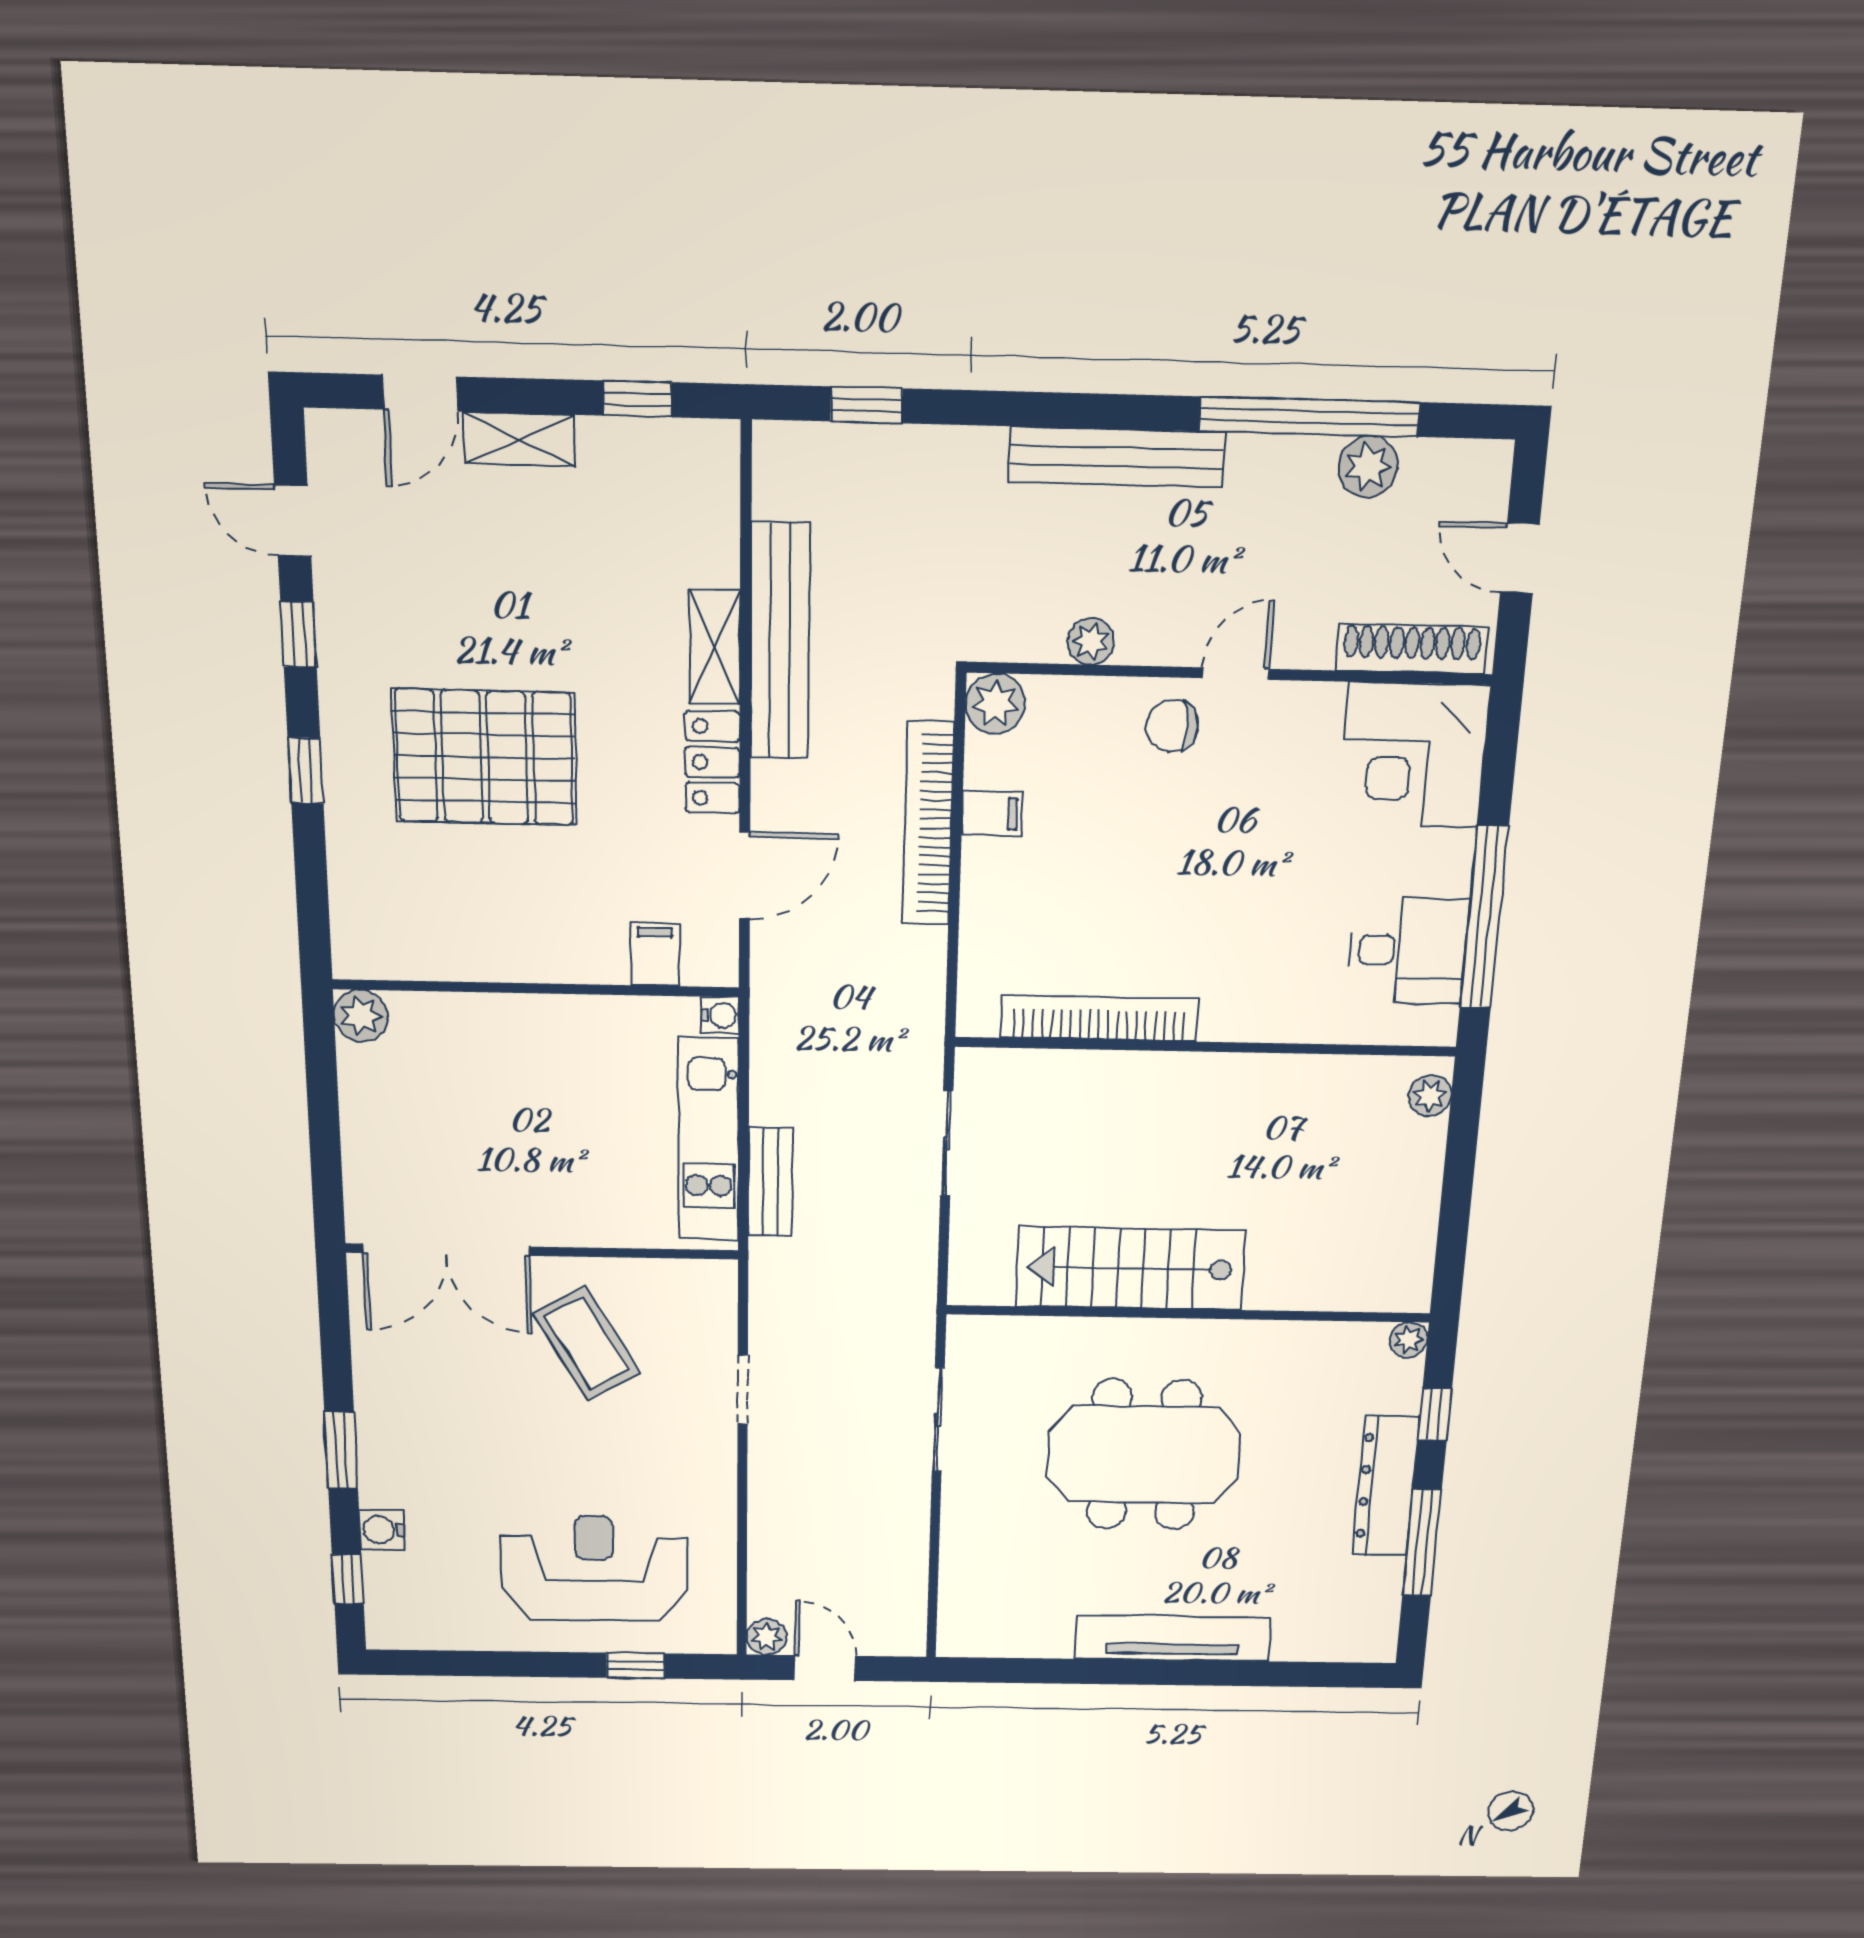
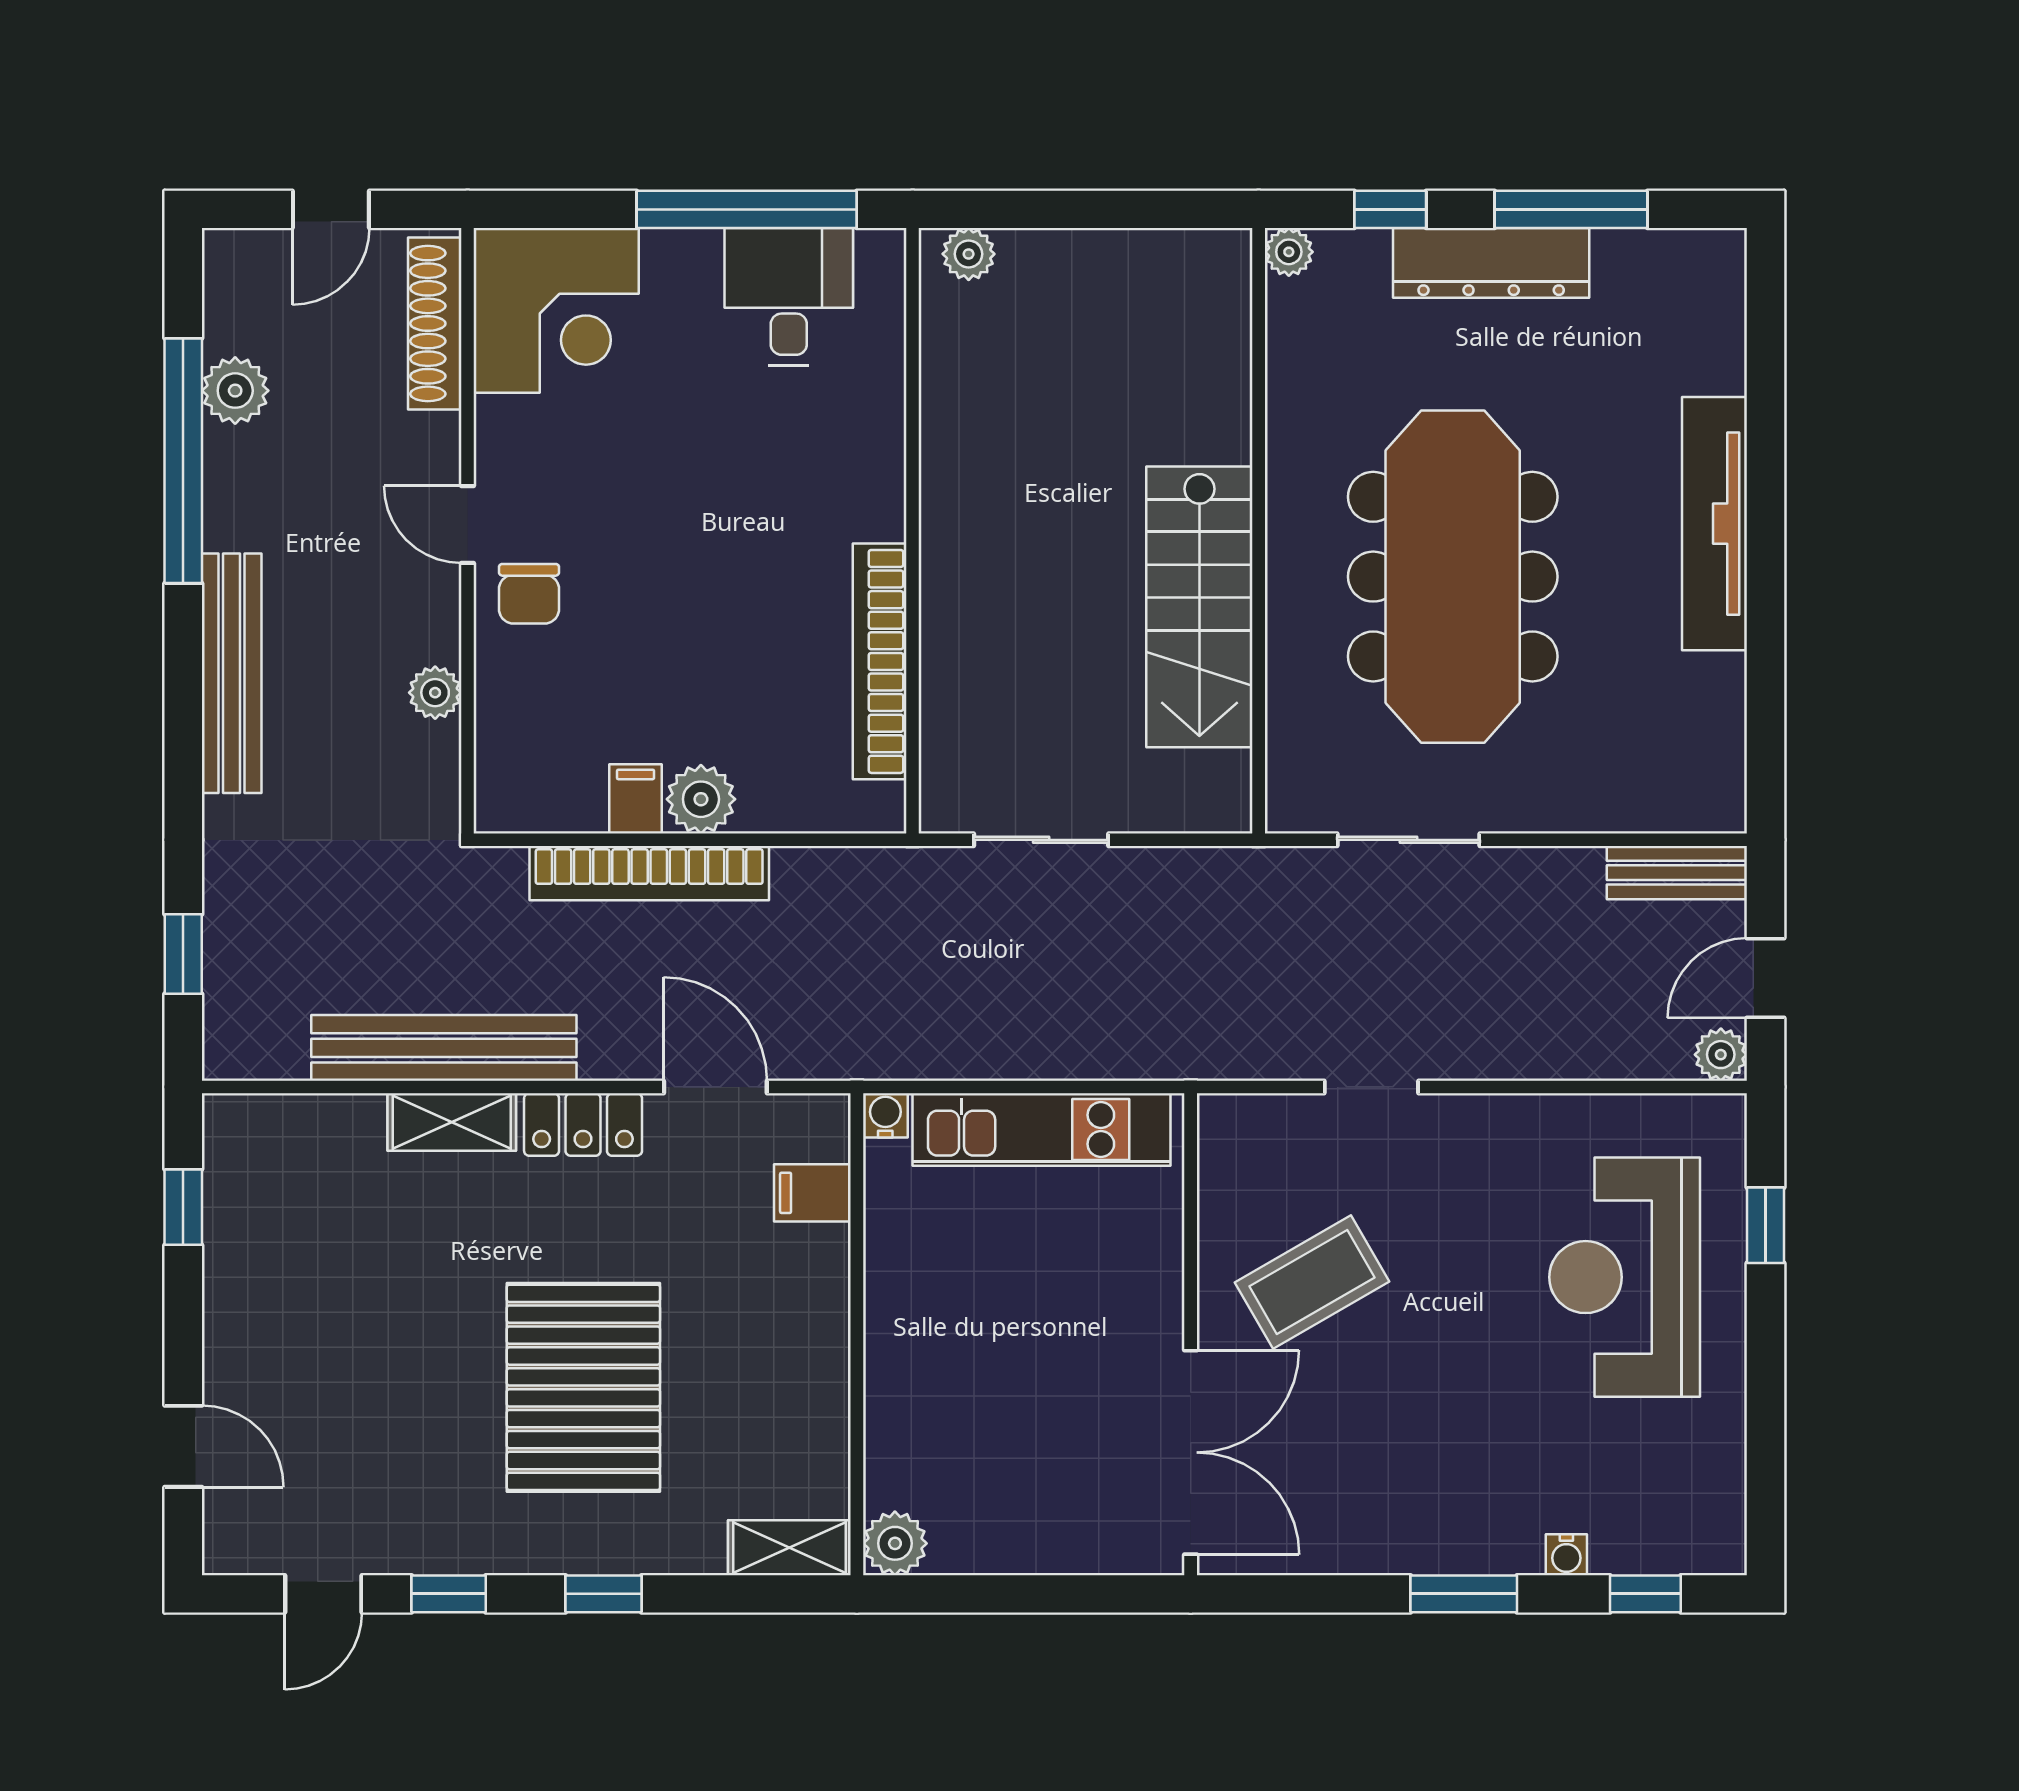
shelving: (520, 439) -> (789, 1548), moved, turned 90
plant: (995, 704) -> (701, 799), moved
bench: (770, 1182) -> (1677, 873), moved
meeting table: (1144, 1455) -> (1453, 577), width x1.36
water cooler: (382, 1530) -> (1566, 1555), width x0.72, depth x0.72

